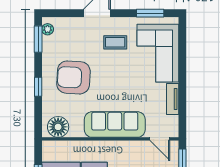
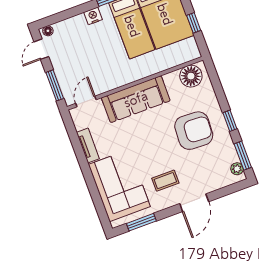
window: (38, 87) -> (230, 121), moved
door: (160, 139) -> (86, 101), hinge flipped

